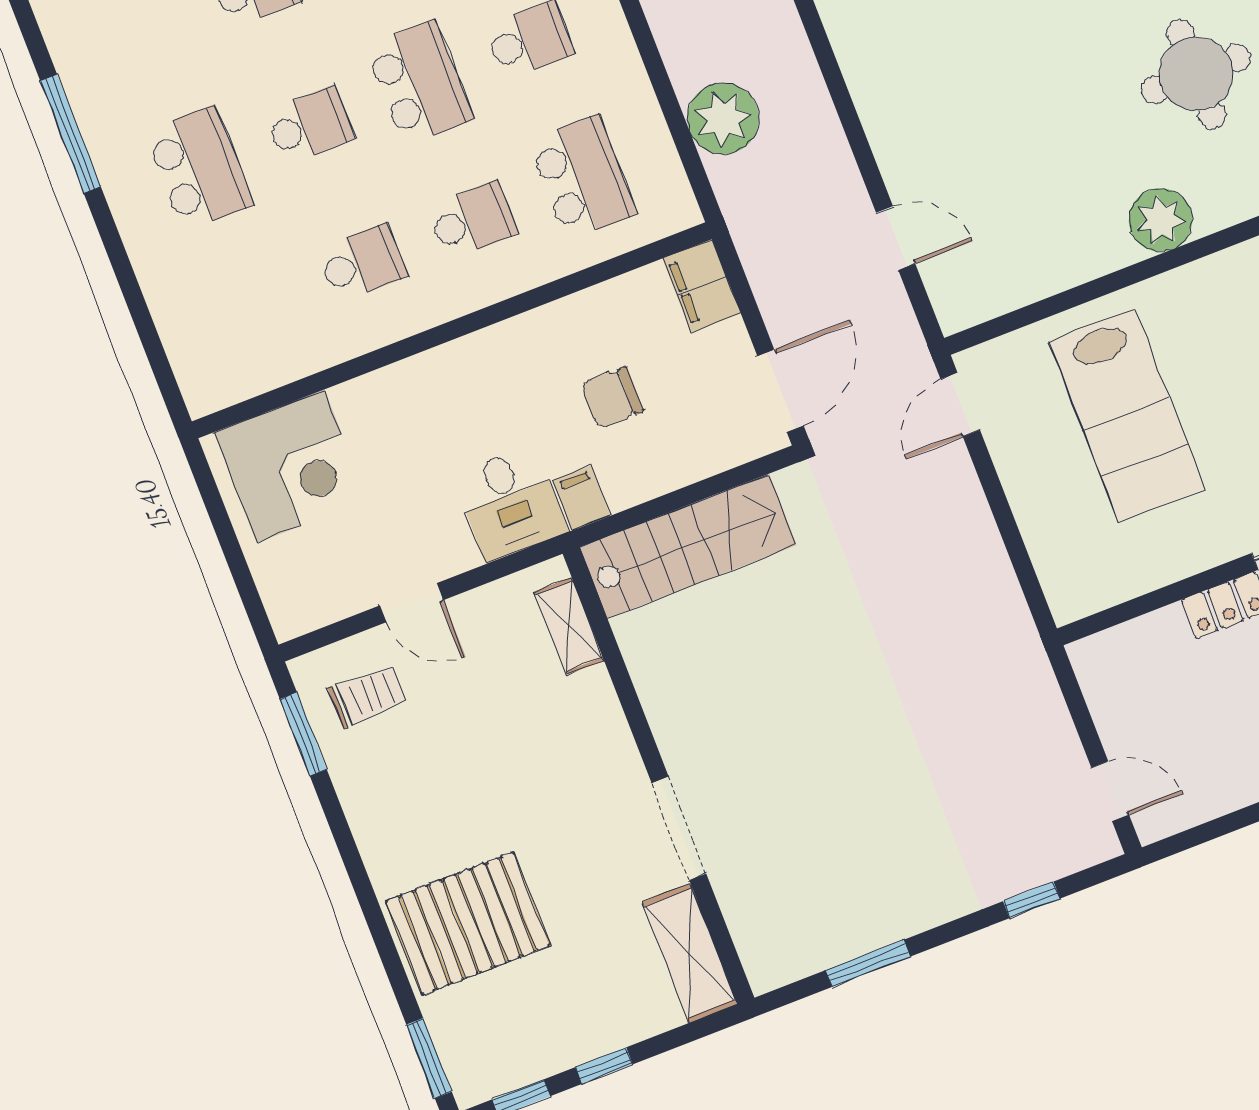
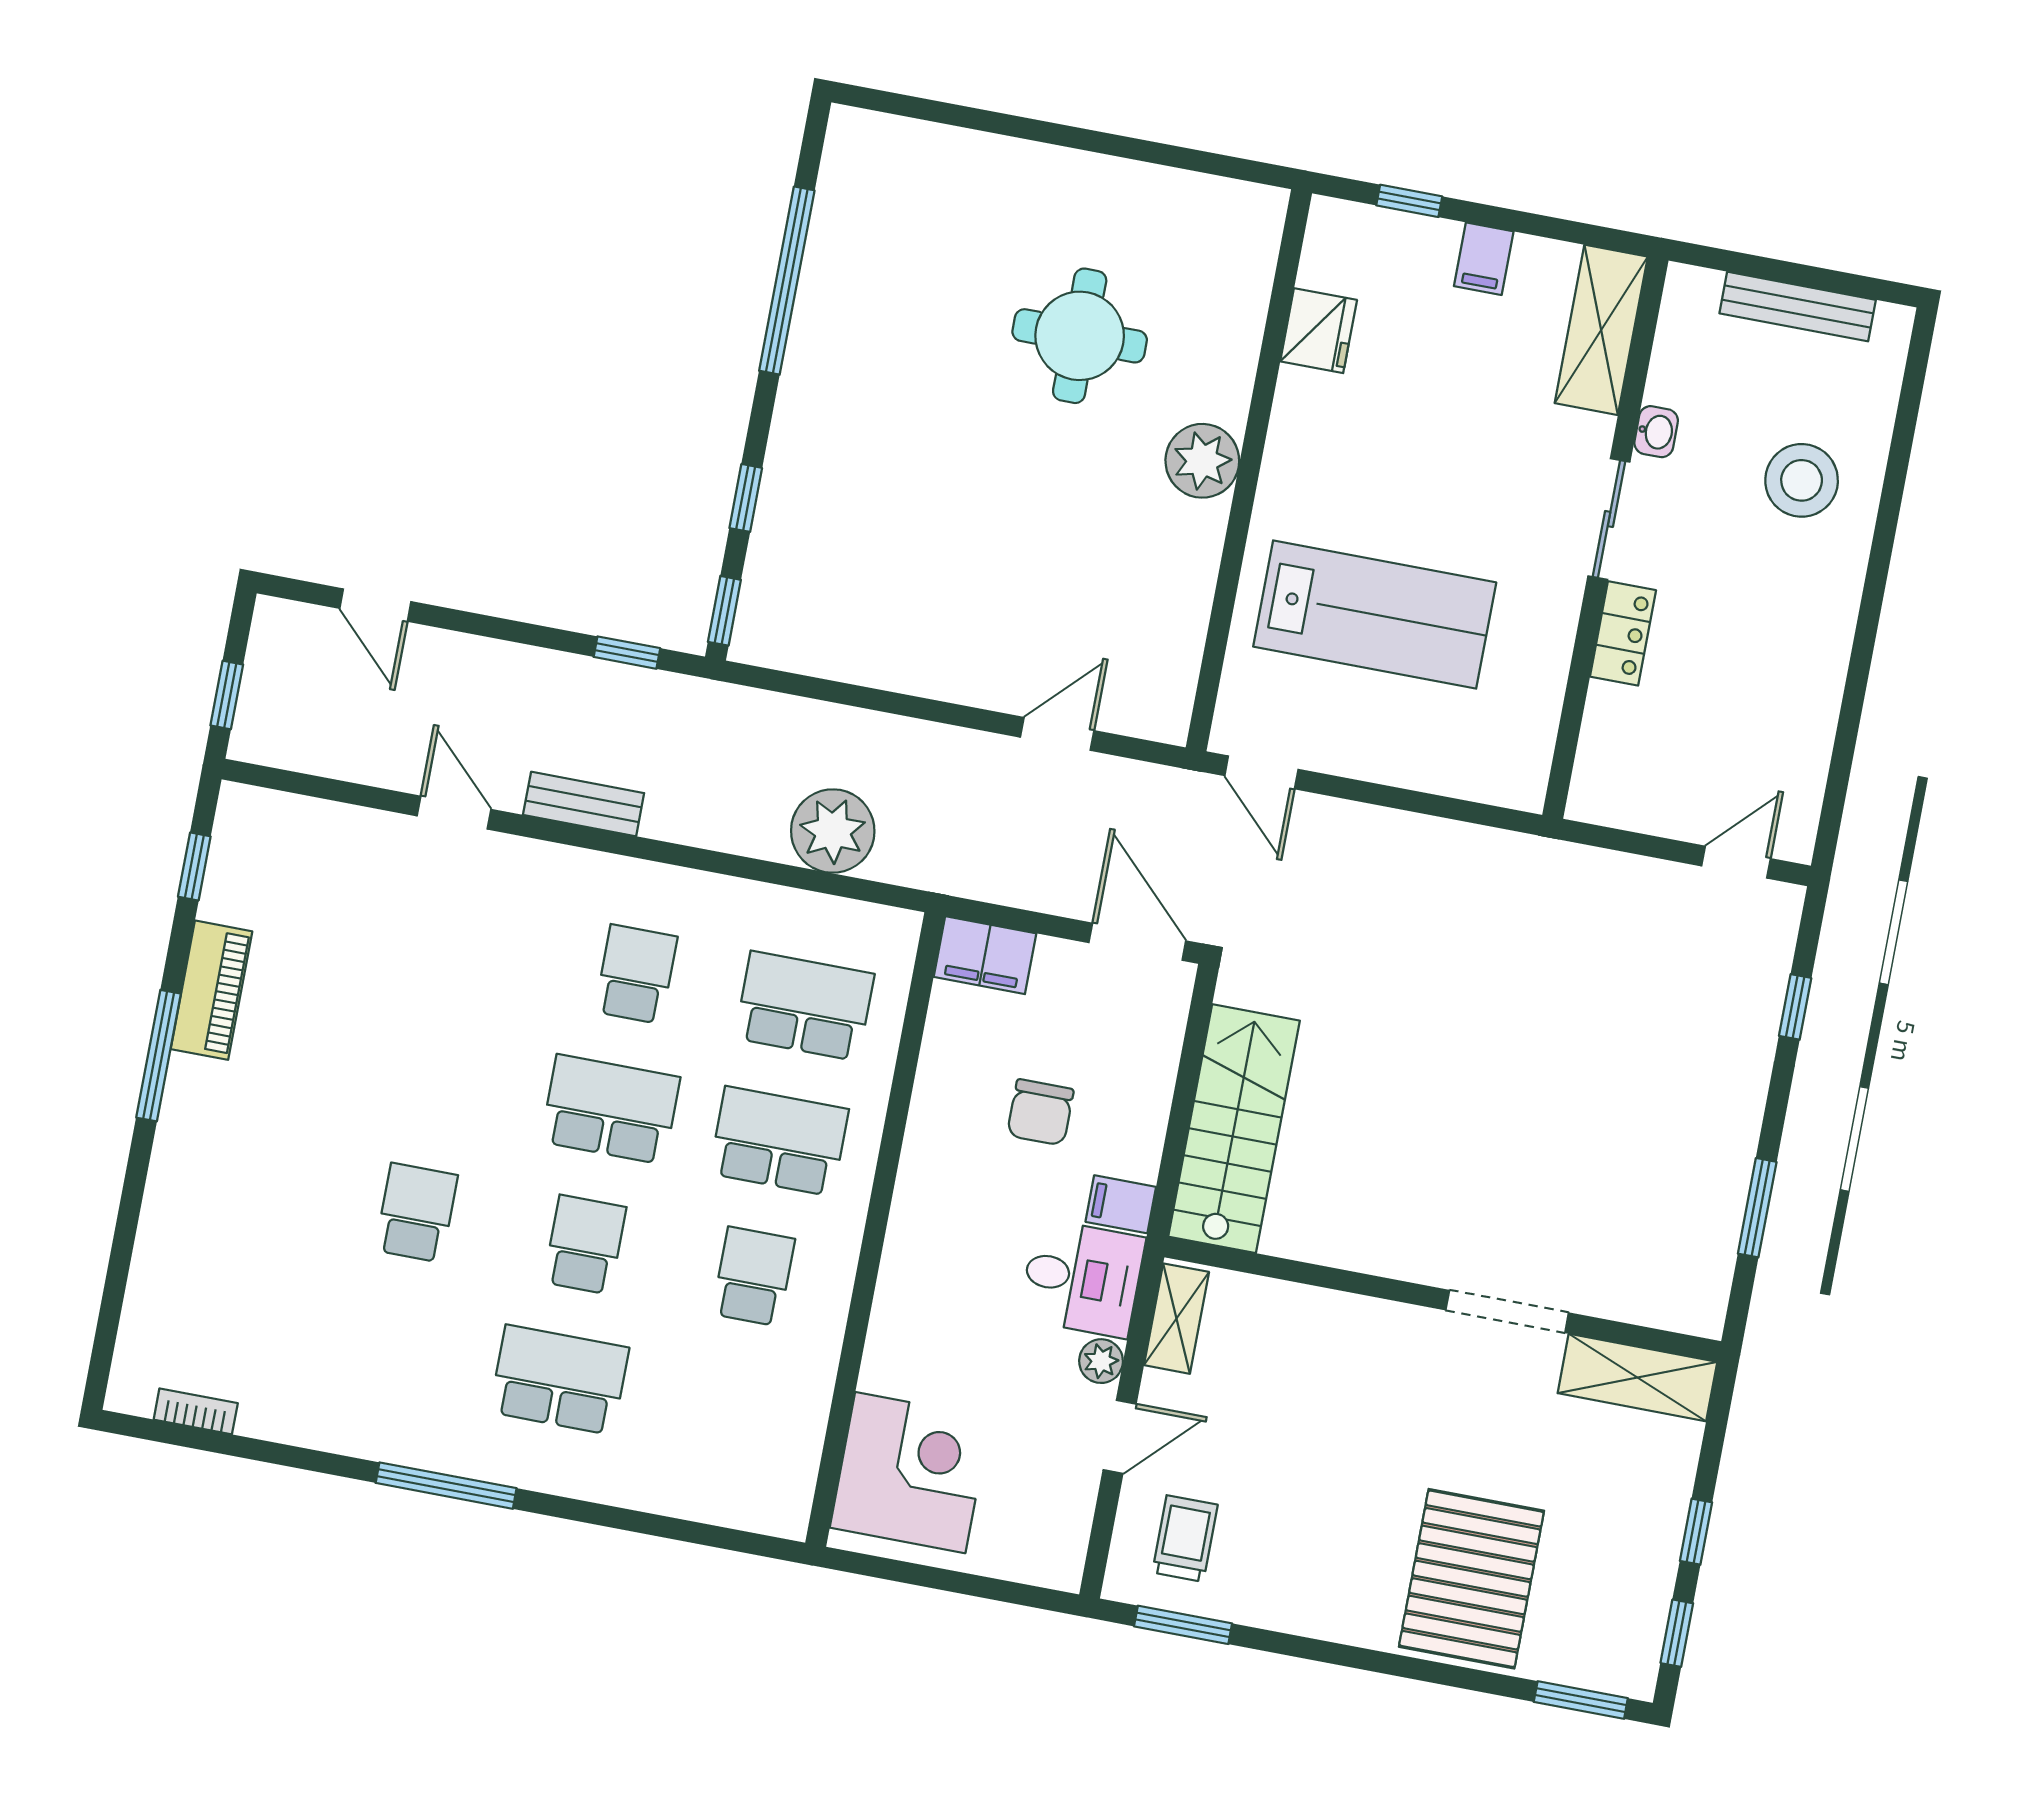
school desk: (472, 220) -> (779, 1141), width x1.85
plant: (458, 555) -> (1101, 1361), added
shelving: (569, 626) -> (1176, 1319), moved, turned 90

